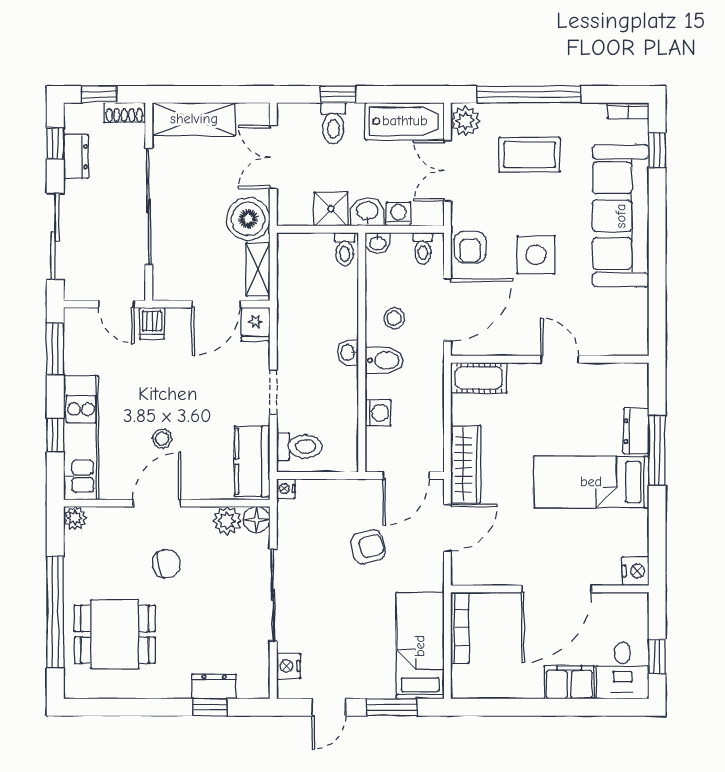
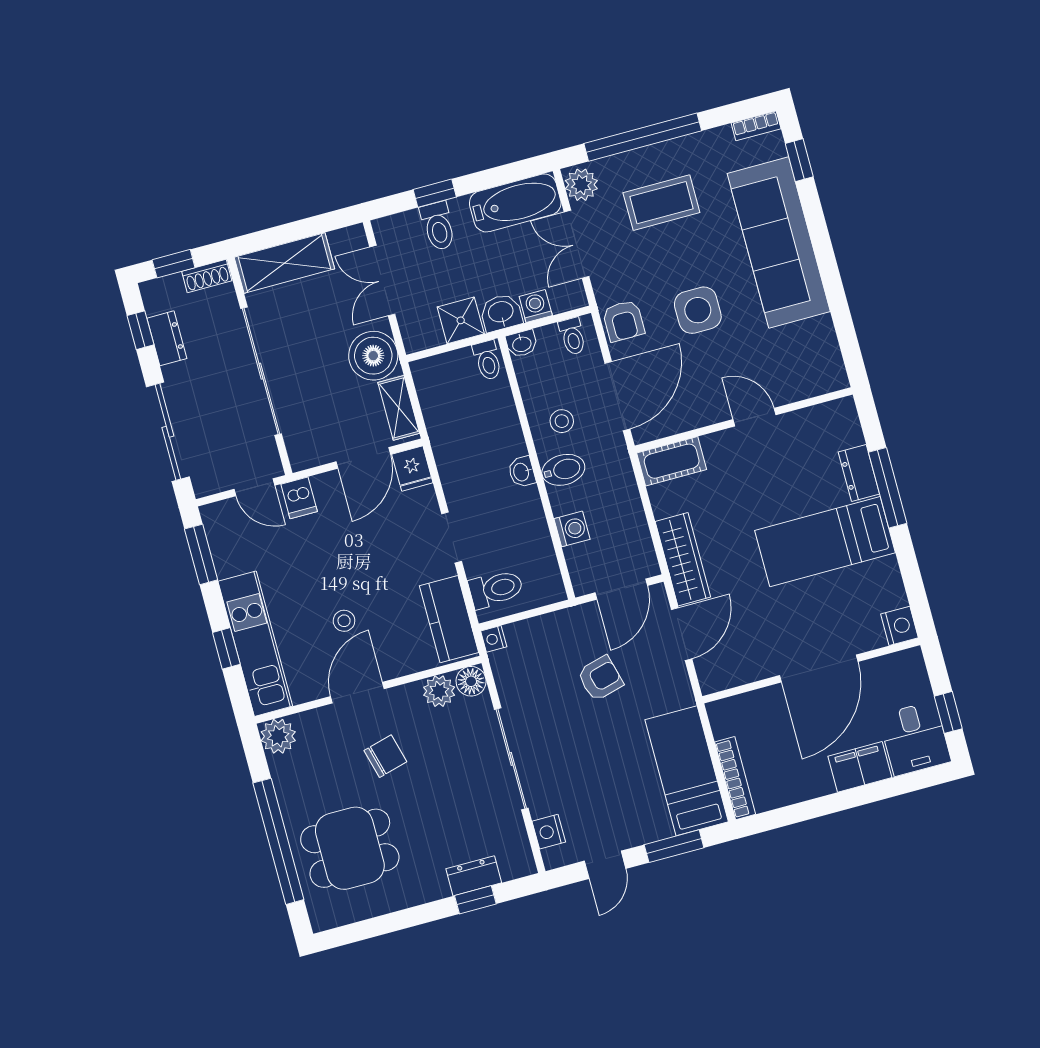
plant: (75, 518) -> (278, 736), width x1.38, depth x1.38
bookcase: (460, 628) -> (735, 778), moved

